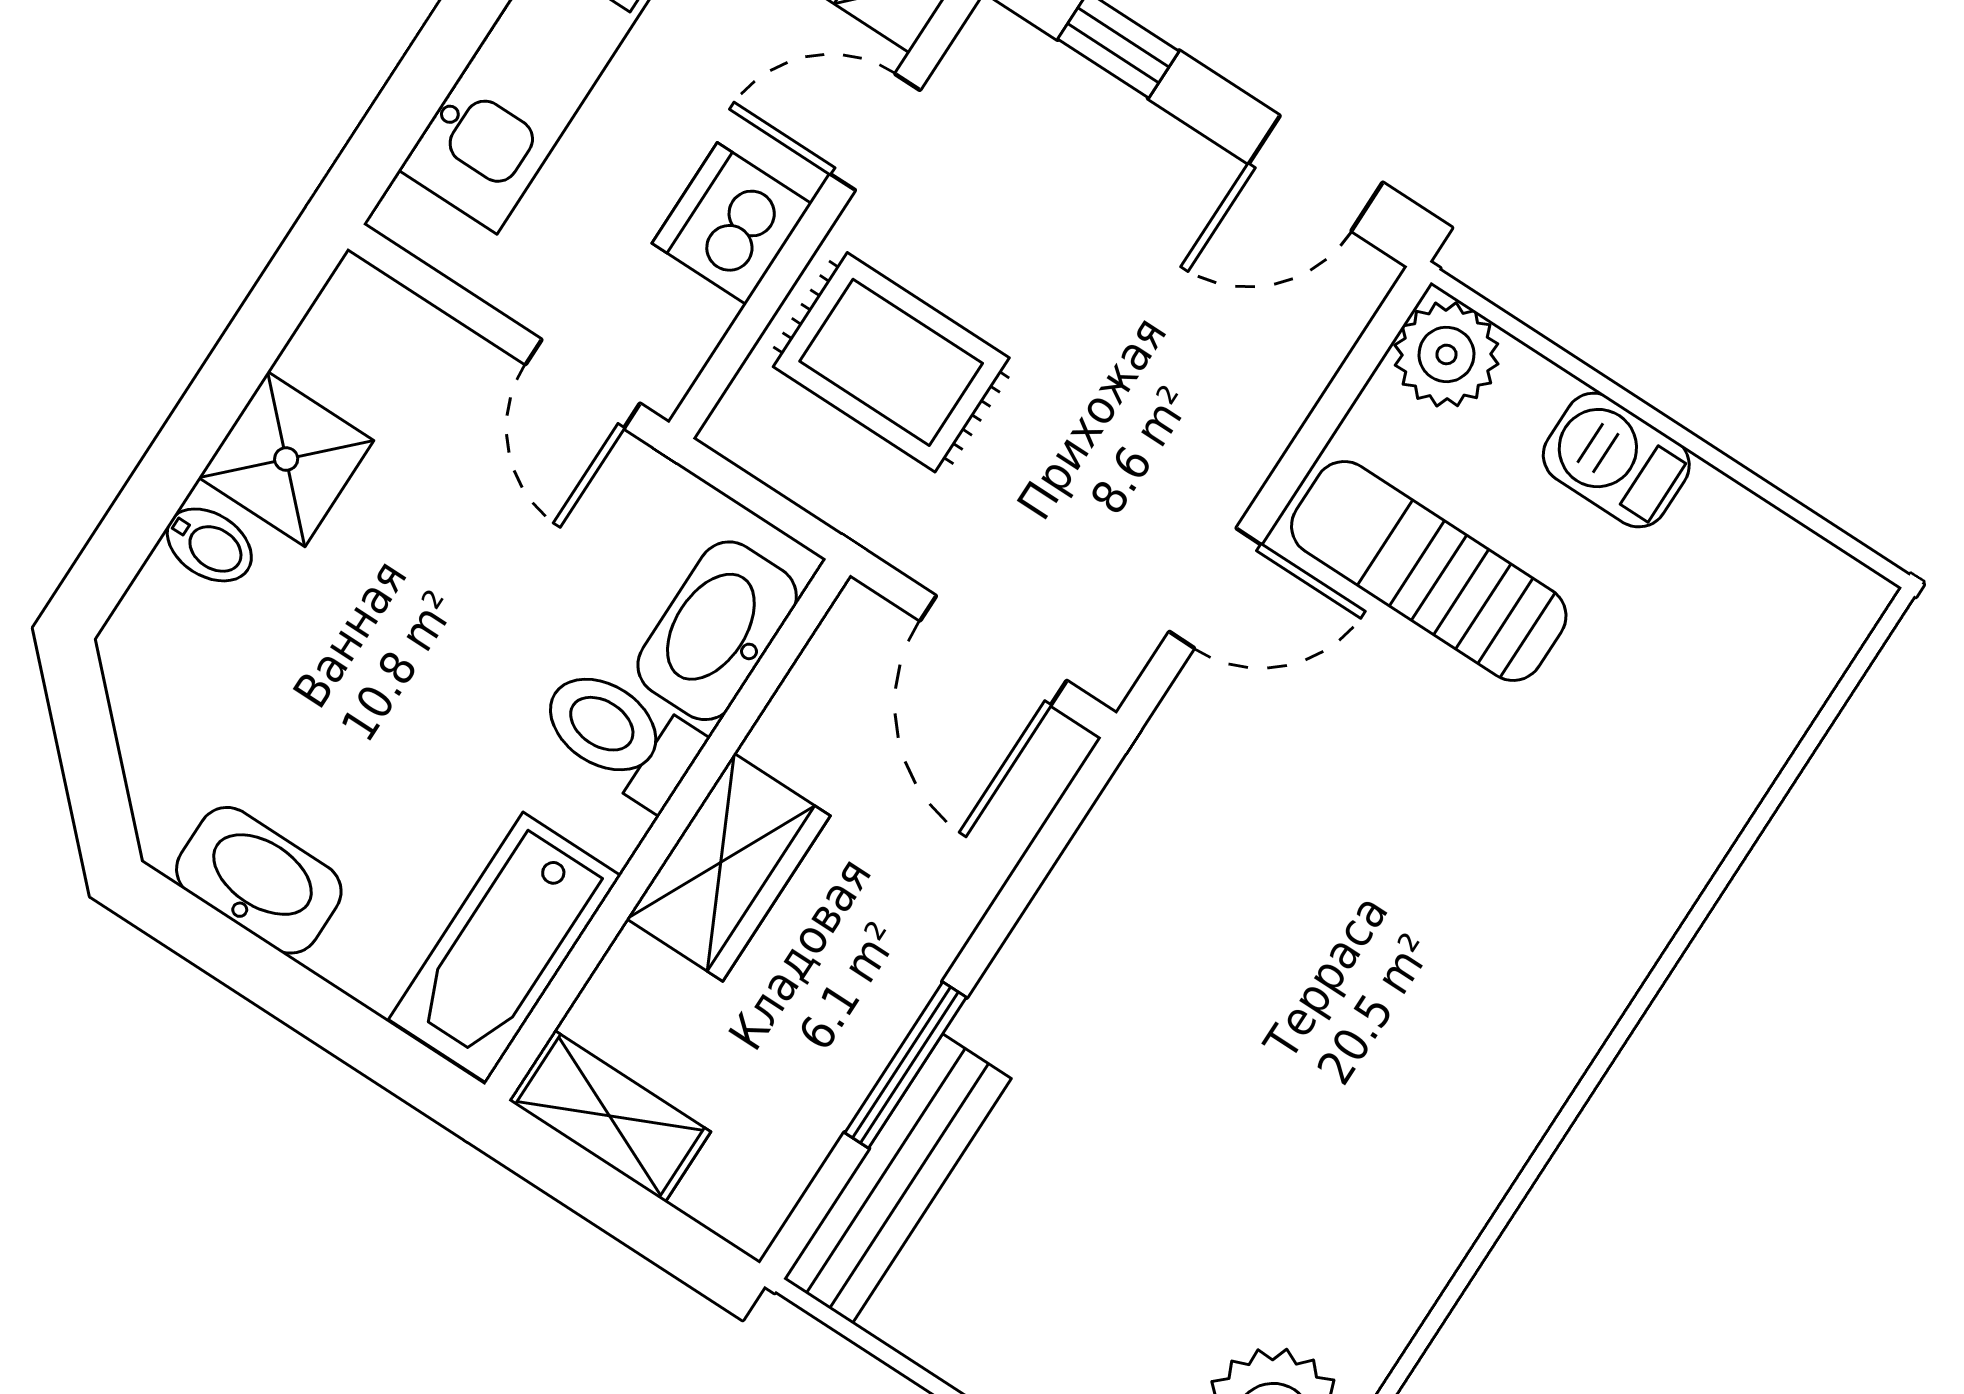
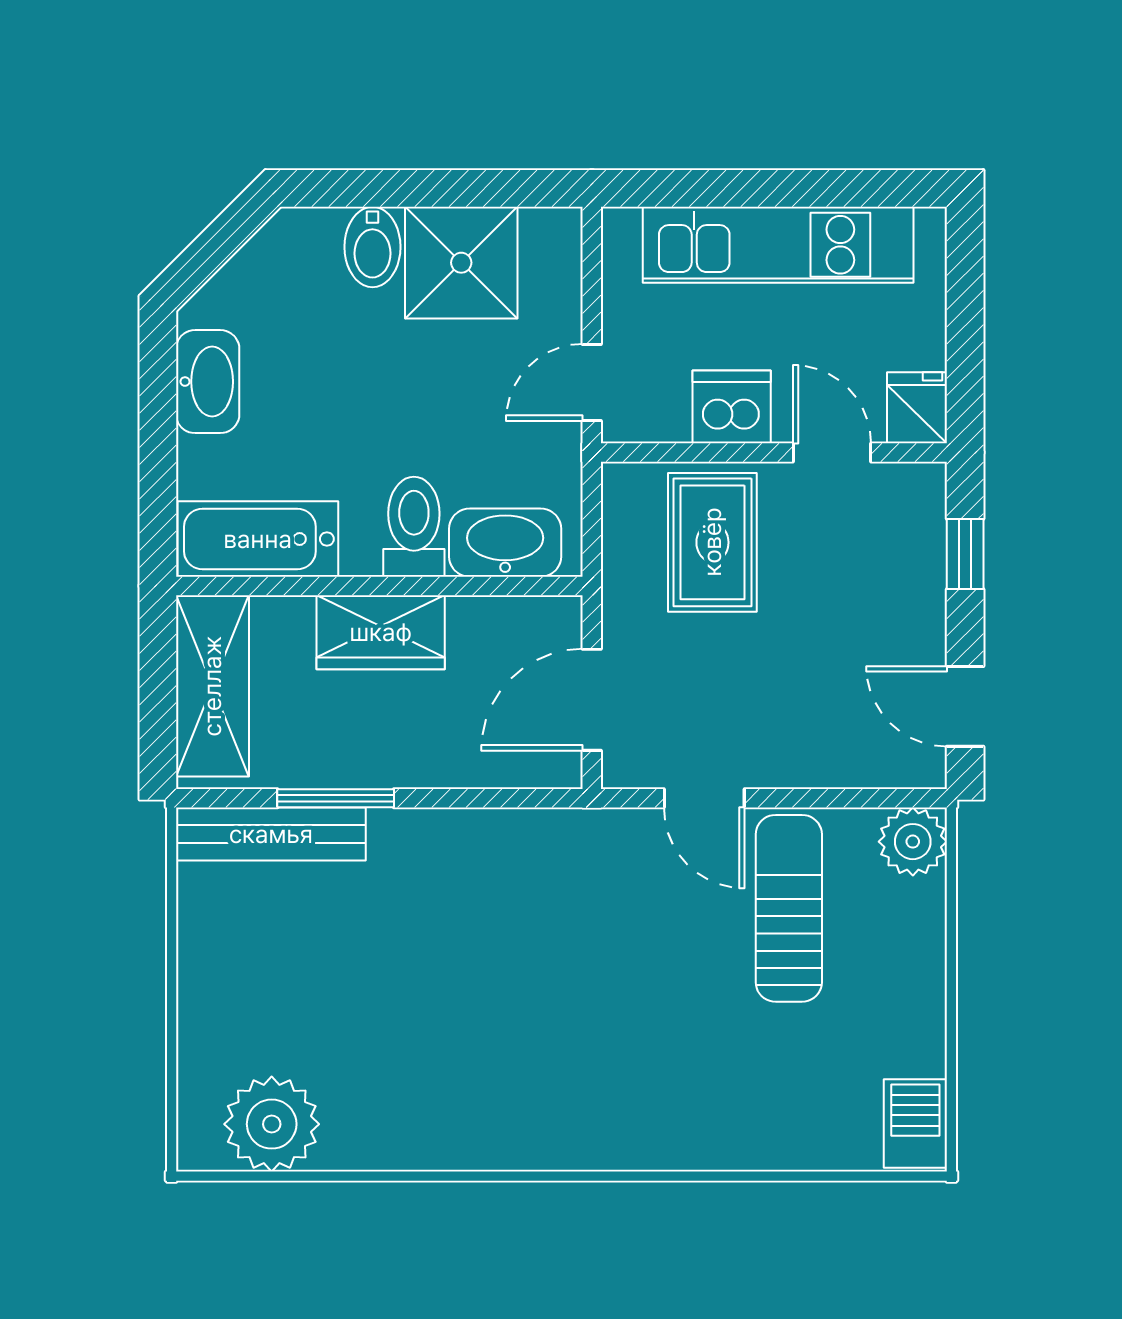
shower: (286, 459) -> (461, 263), width x1.36, depth x1.36
barbecue: (1616, 460) -> (915, 1123), moved
bidet: (209, 545) -> (372, 247), width x1.38, depth x1.36
shelving: (610, 1116) -> (212, 686), width x1.50, depth x1.33

